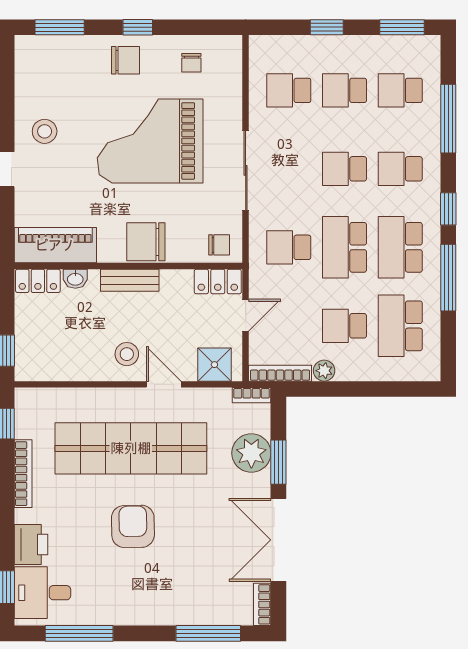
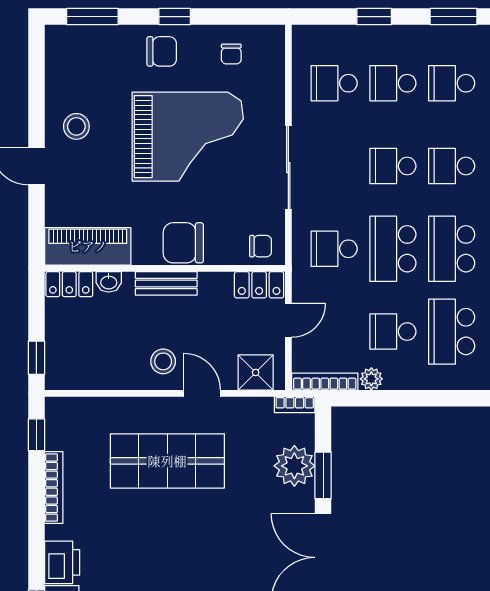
grand piano: (150, 141) -> (188, 137), turned 180
shop shelf: (131, 448) -> (167, 461), width x0.71
armchair: (133, 526) -> (170, 543), removed

